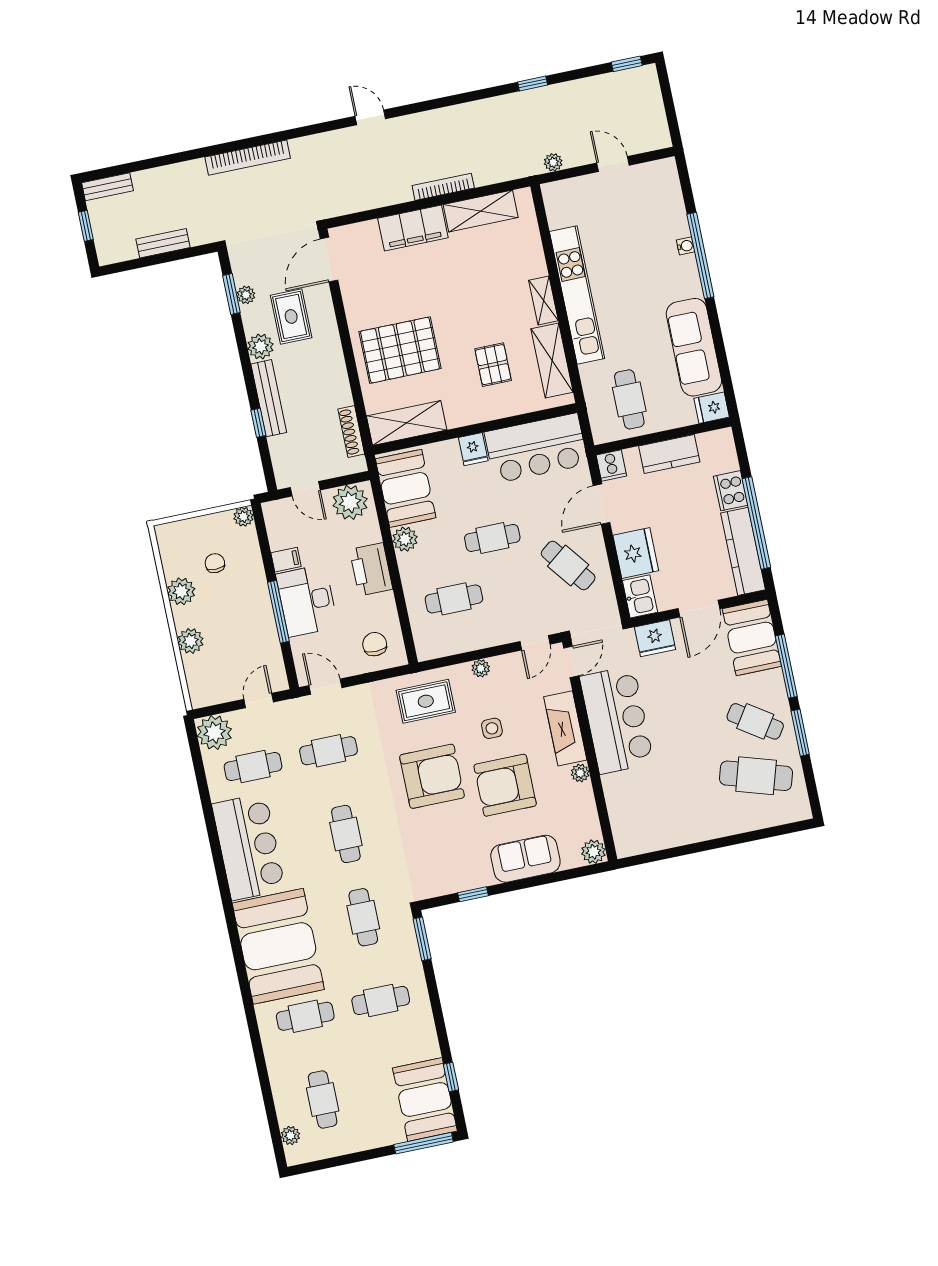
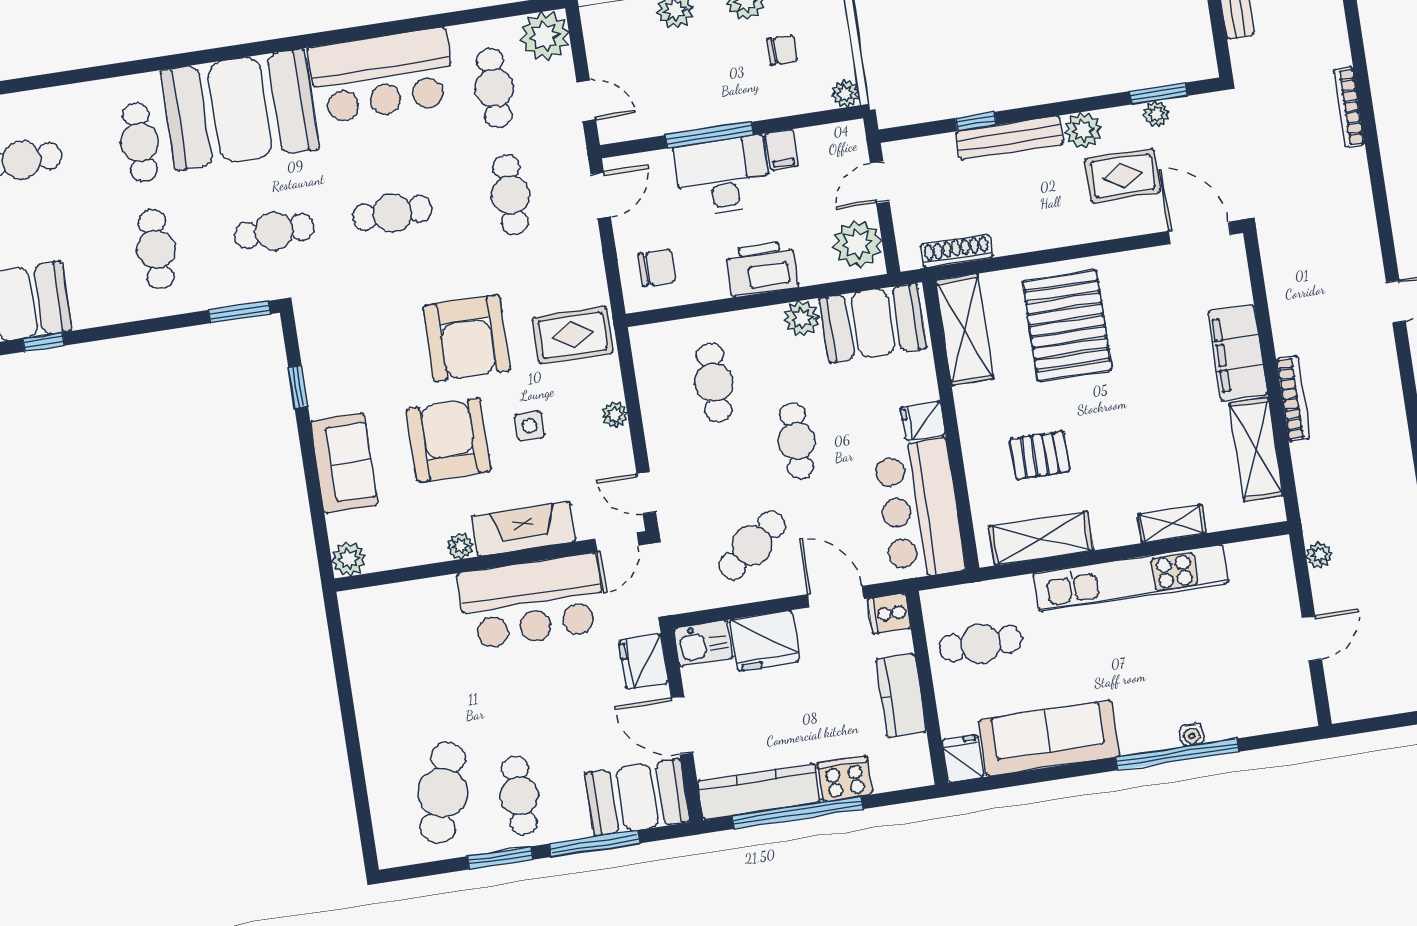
bookcase: (248, 158) -> (1349, 107), width x0.68, depth x0.76
shelving: (544, 301) -> (1172, 524), moved
door: (571, 662) -> (617, 542), hinge flipped
rug: (426, 701) -> (573, 335), turned 90
cafe table: (755, 721) -> (519, 796), turned -34

